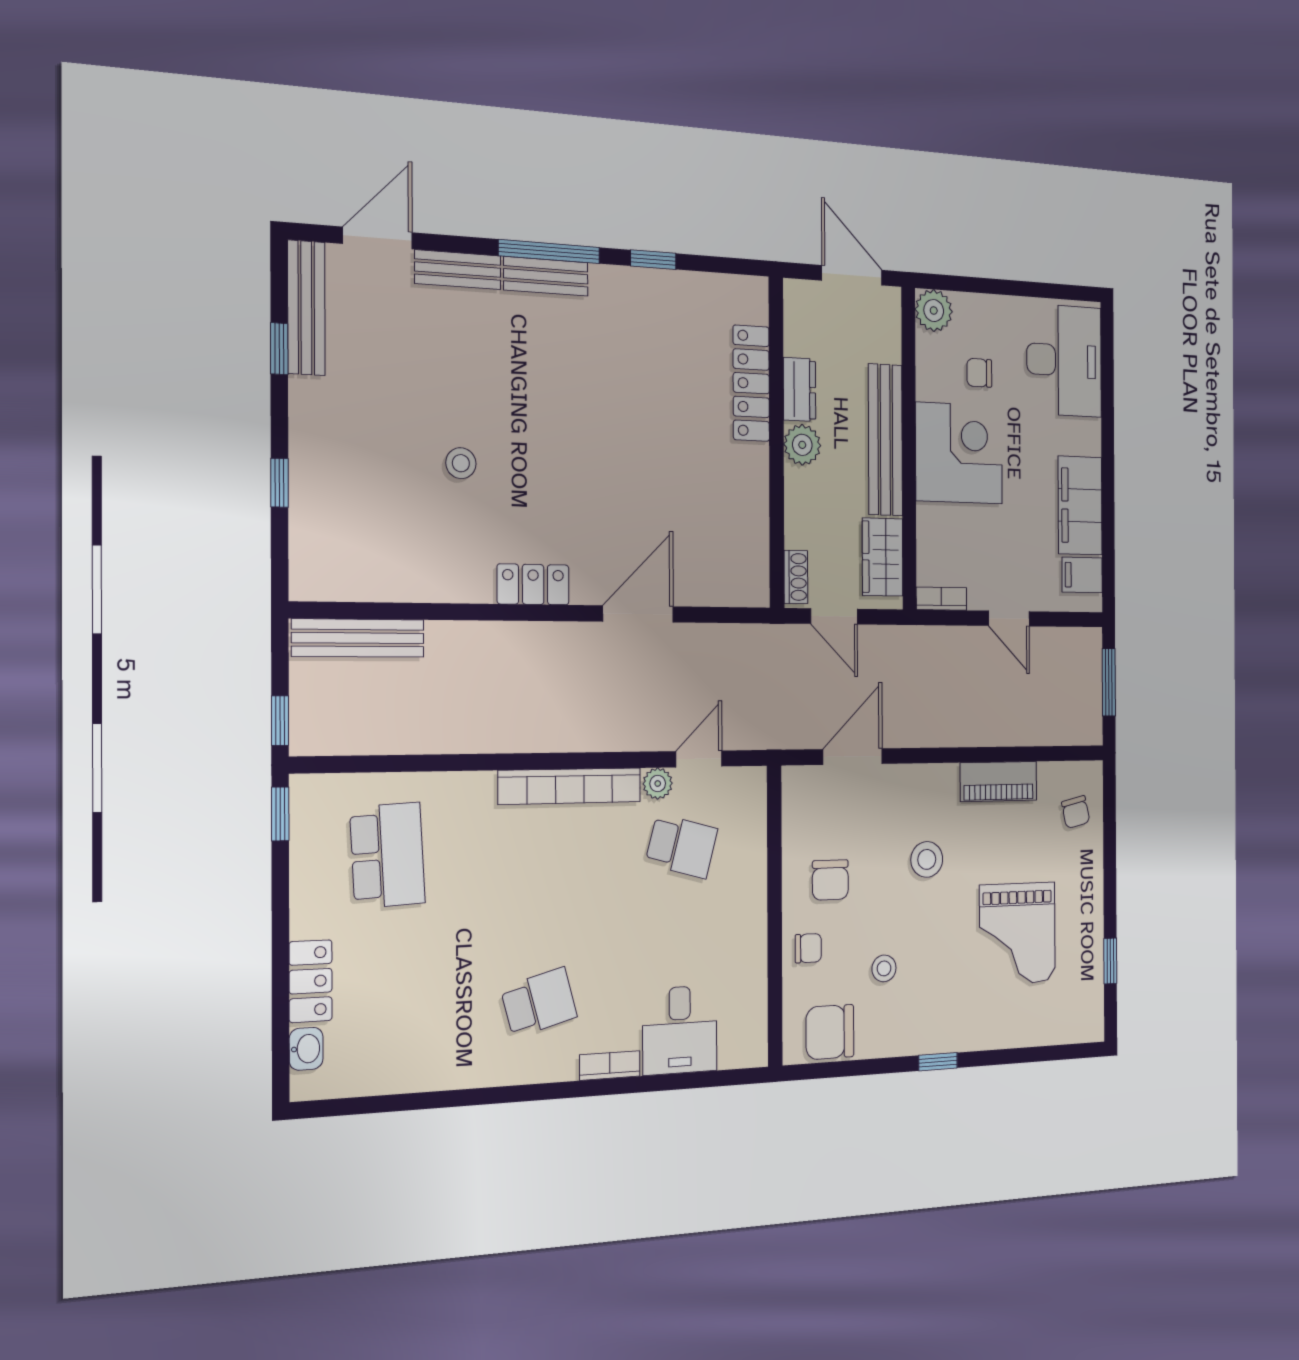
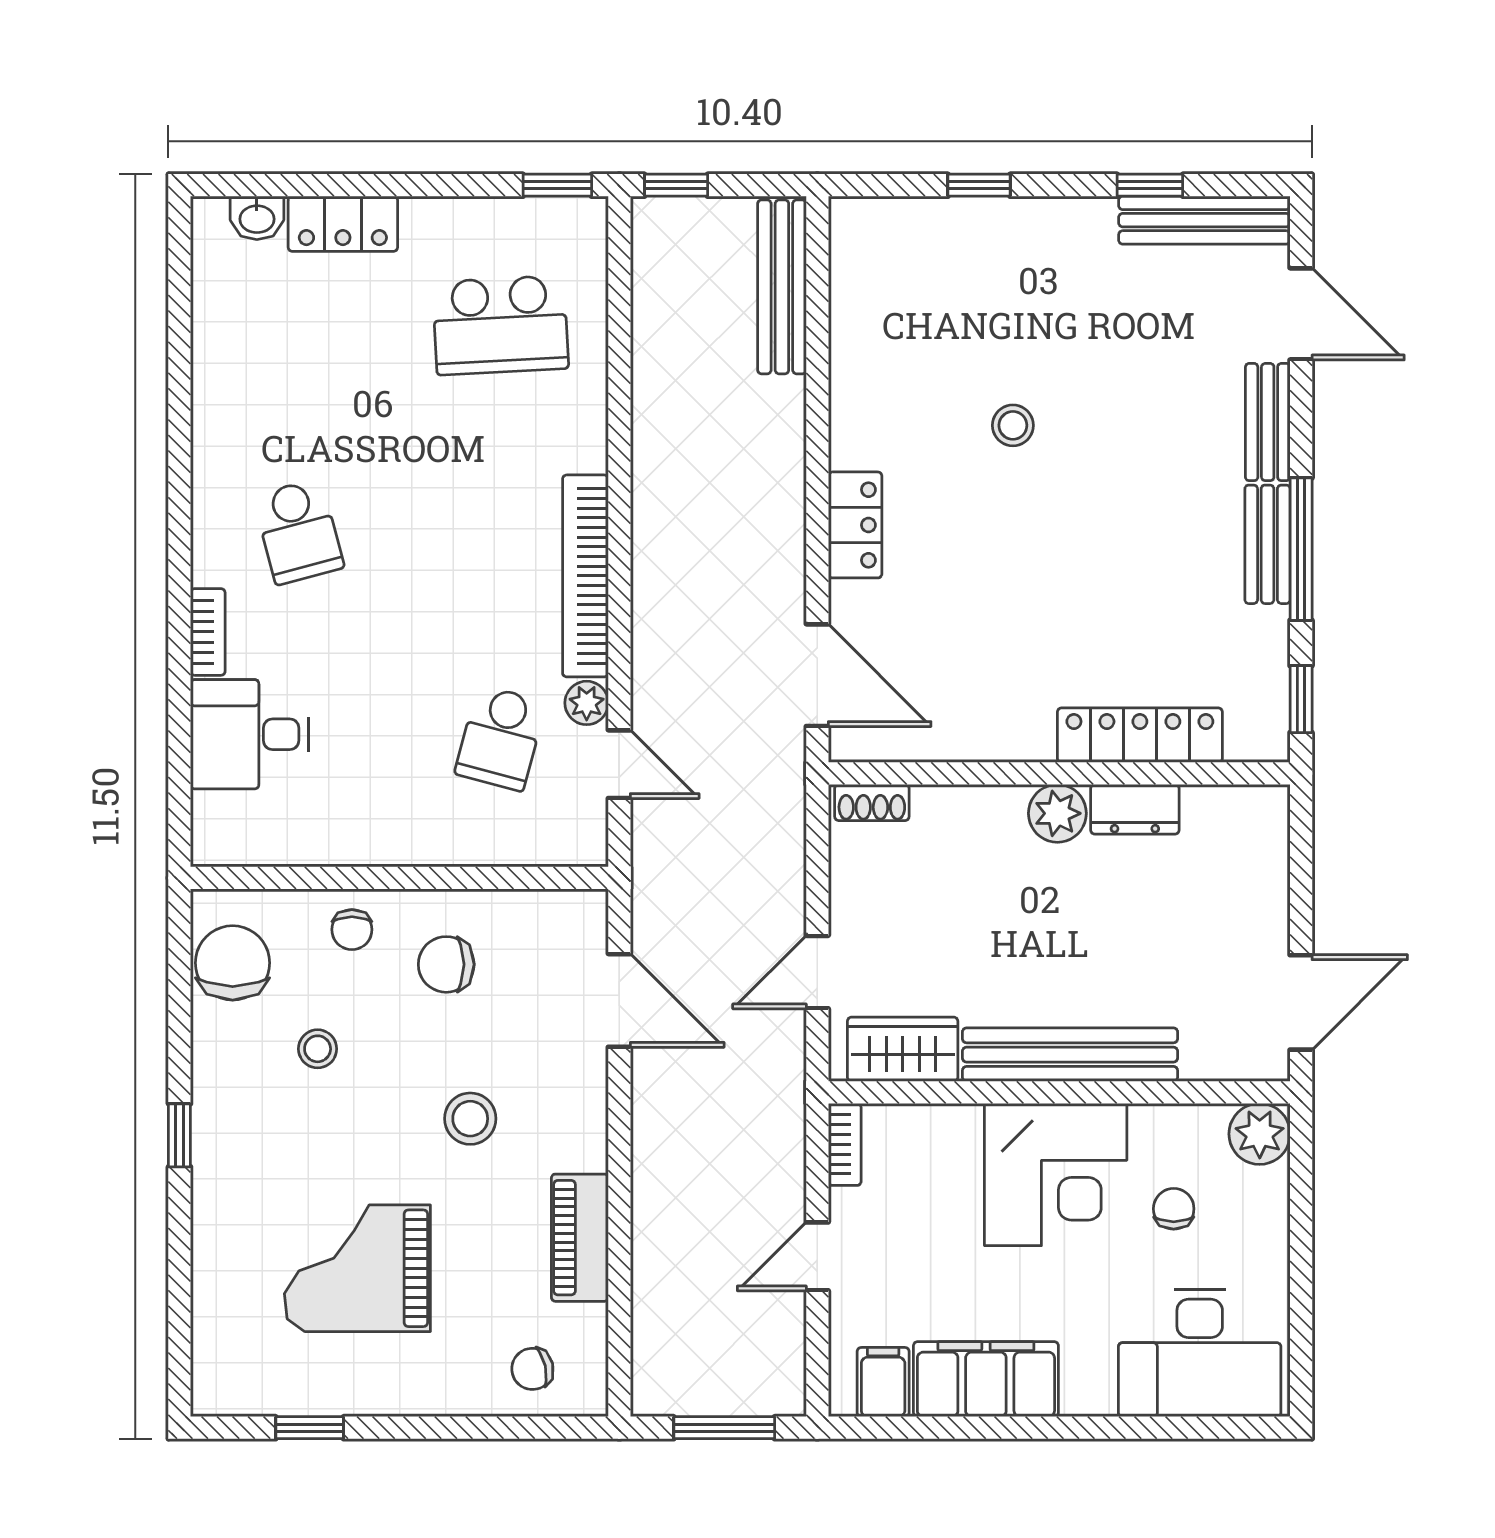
locker: (751, 383) -> (1140, 735), moved
dresser: (799, 389) -> (1135, 809), moved
wall: (776, 442) -> (1059, 773), moved
plant: (802, 445) -> (1057, 813), moved
shoe rack: (796, 577) -> (872, 803), moved

